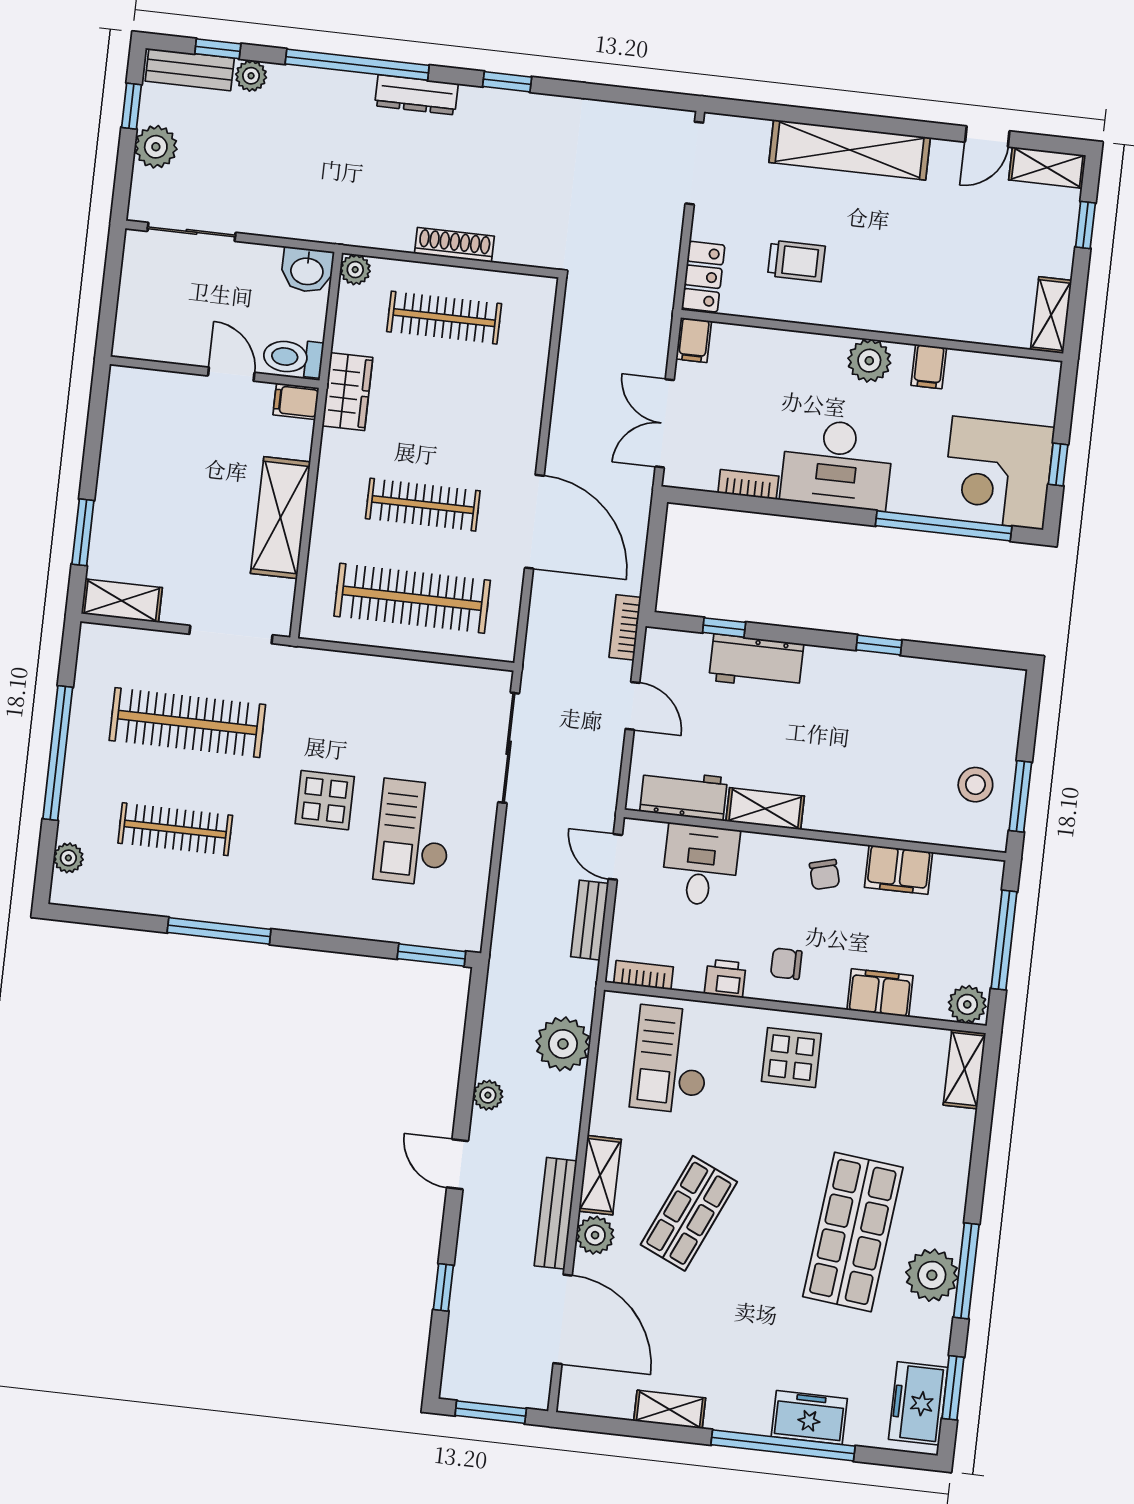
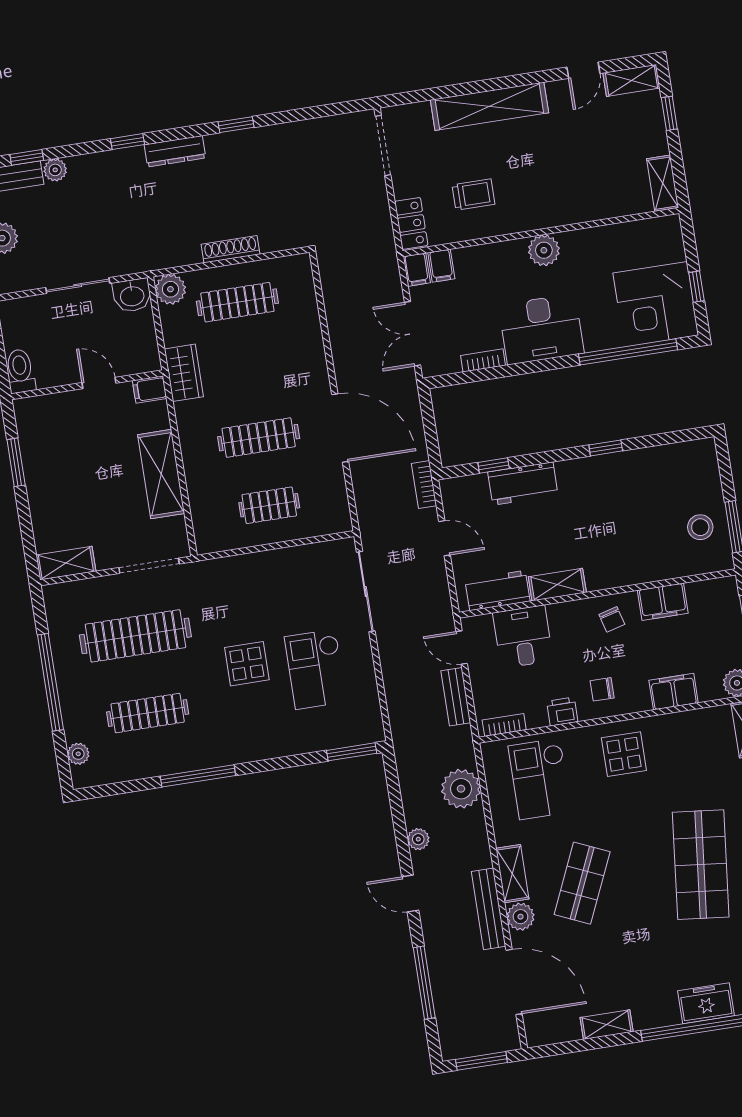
window: (357, 65) -> (127, 142), width x0.32
sliding door: (191, 232) -> (78, 286), moved
plant: (355, 270) -> (170, 289), width x1.38, depth x1.38
toilet: (293, 357) -> (20, 371), moved, turned 90
filing cabinet: (929, 367) -> (441, 266), moved
window: (83, 532) -> (16, 462), moved
clothes rail: (412, 598) -> (269, 505), width x0.54, depth x0.76
window: (443, 1287) -> (424, 983), width x2.17

